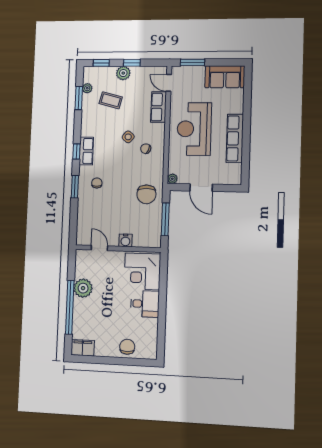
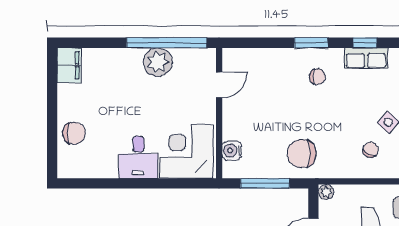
water cooler: (125, 240) -> (232, 151), moved
window: (70, 307) -> (167, 43), moved

